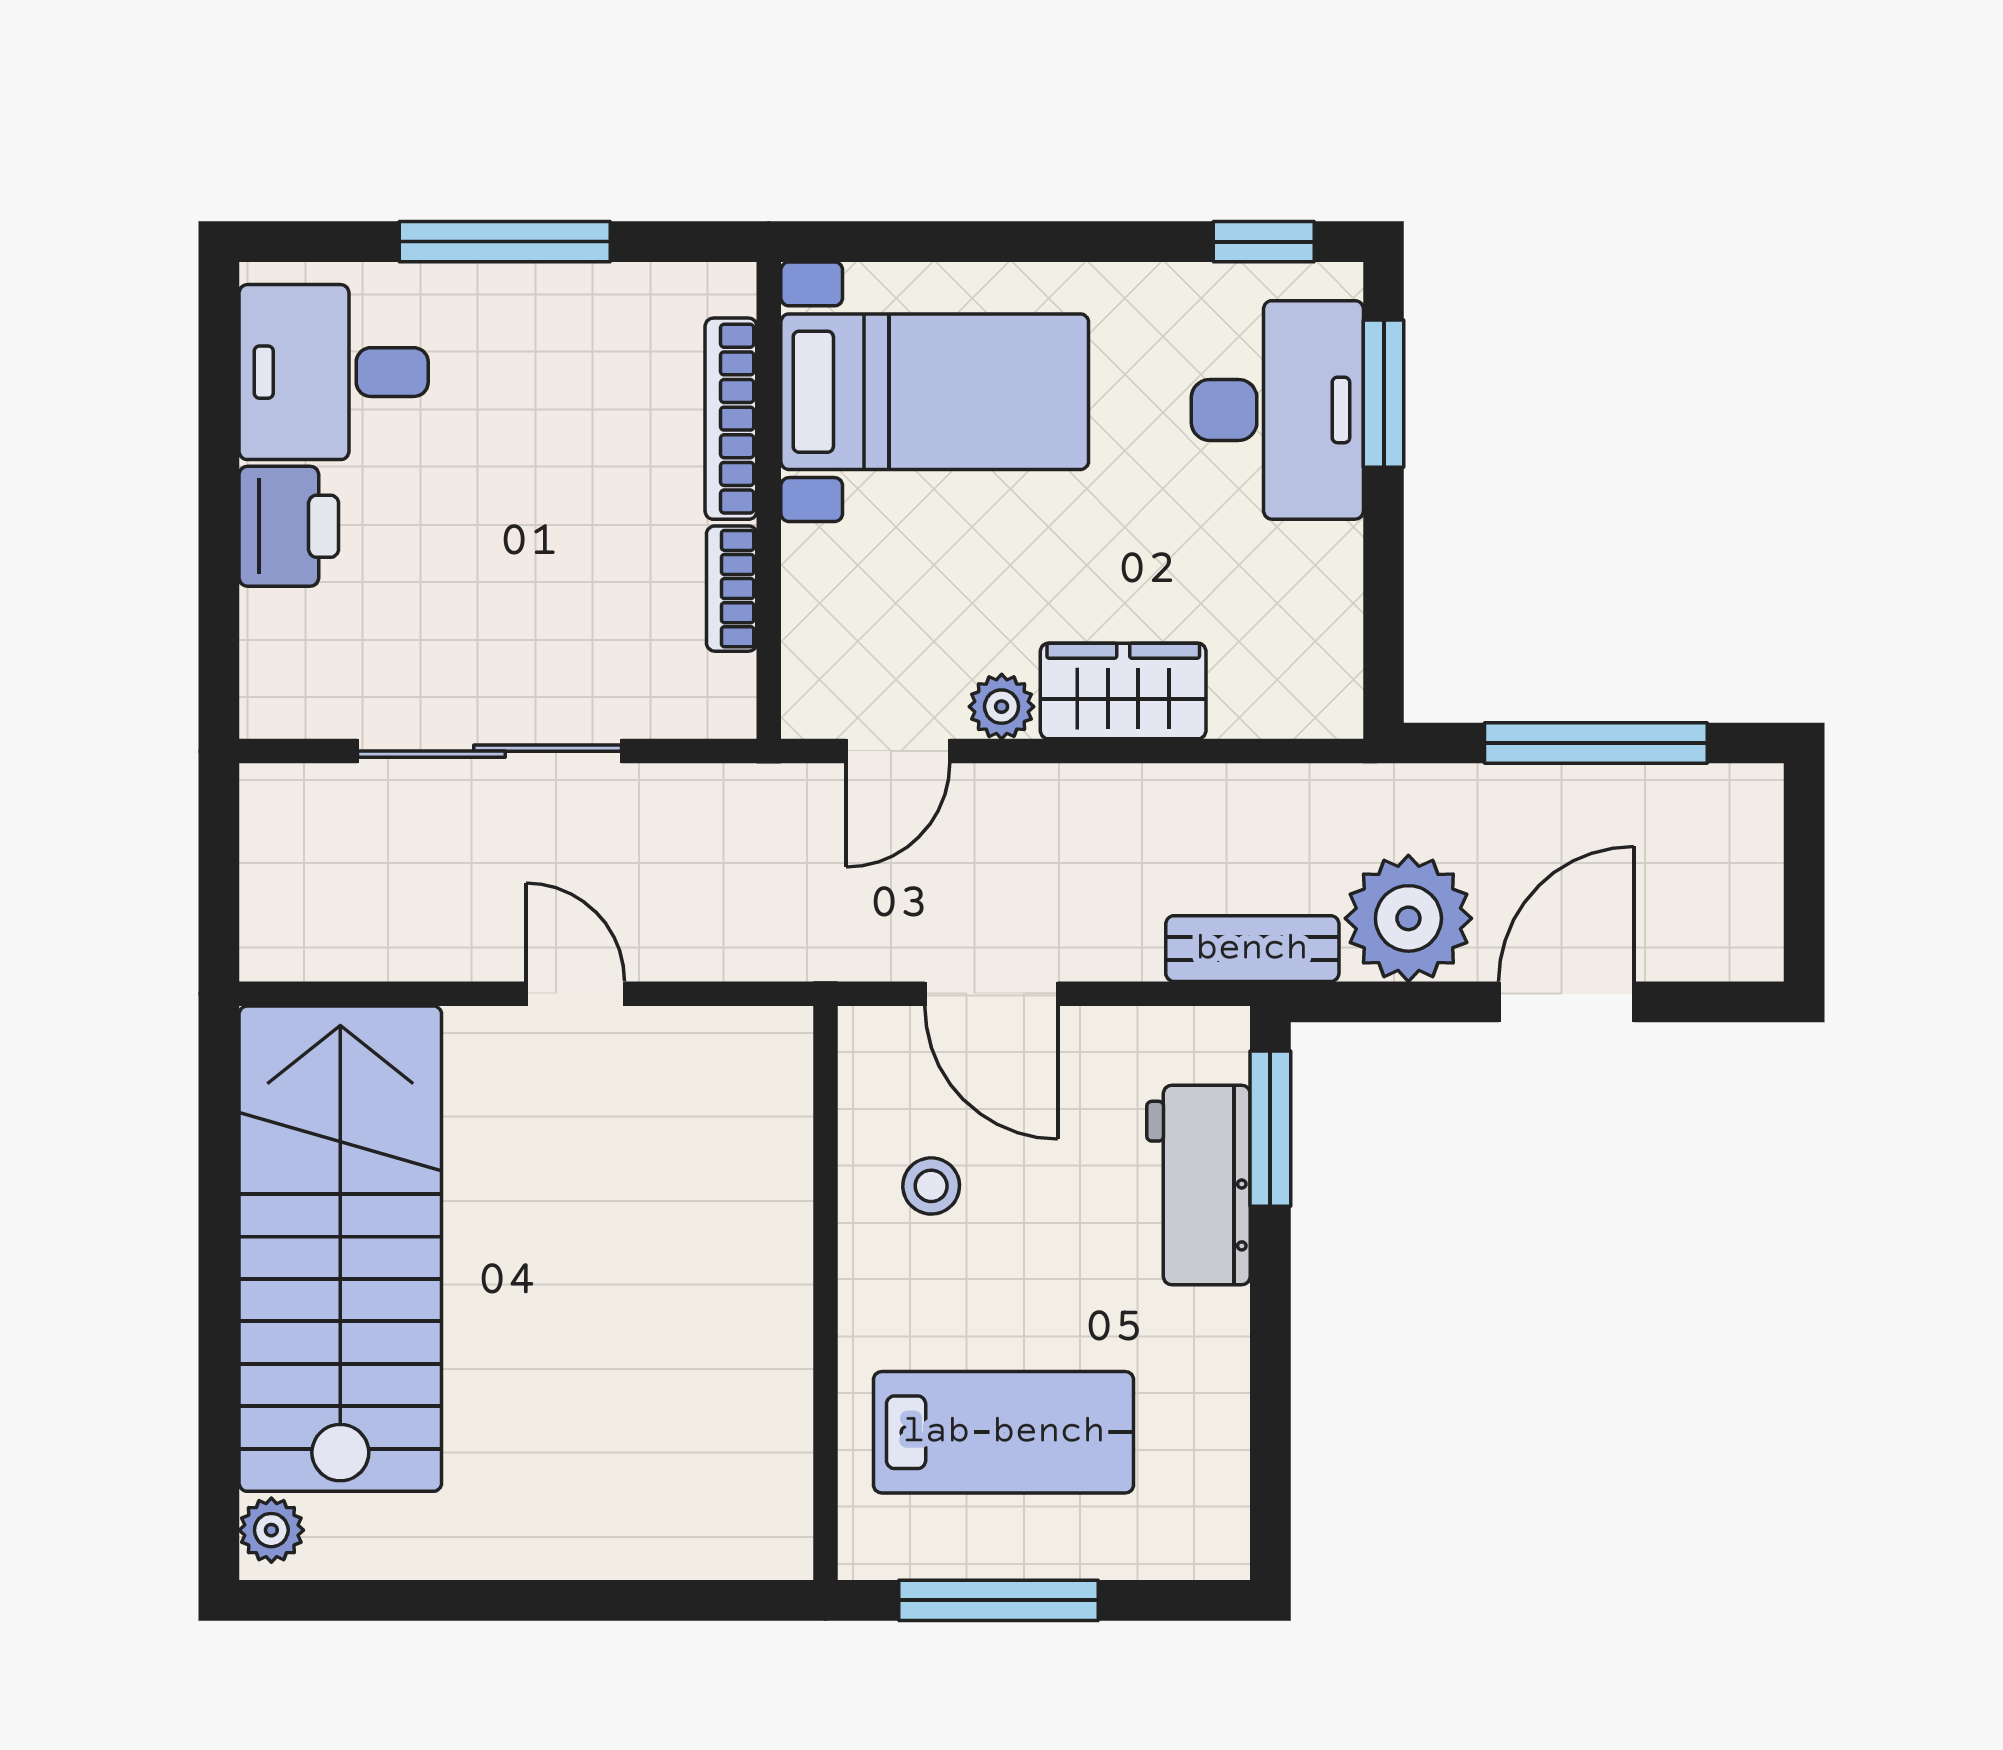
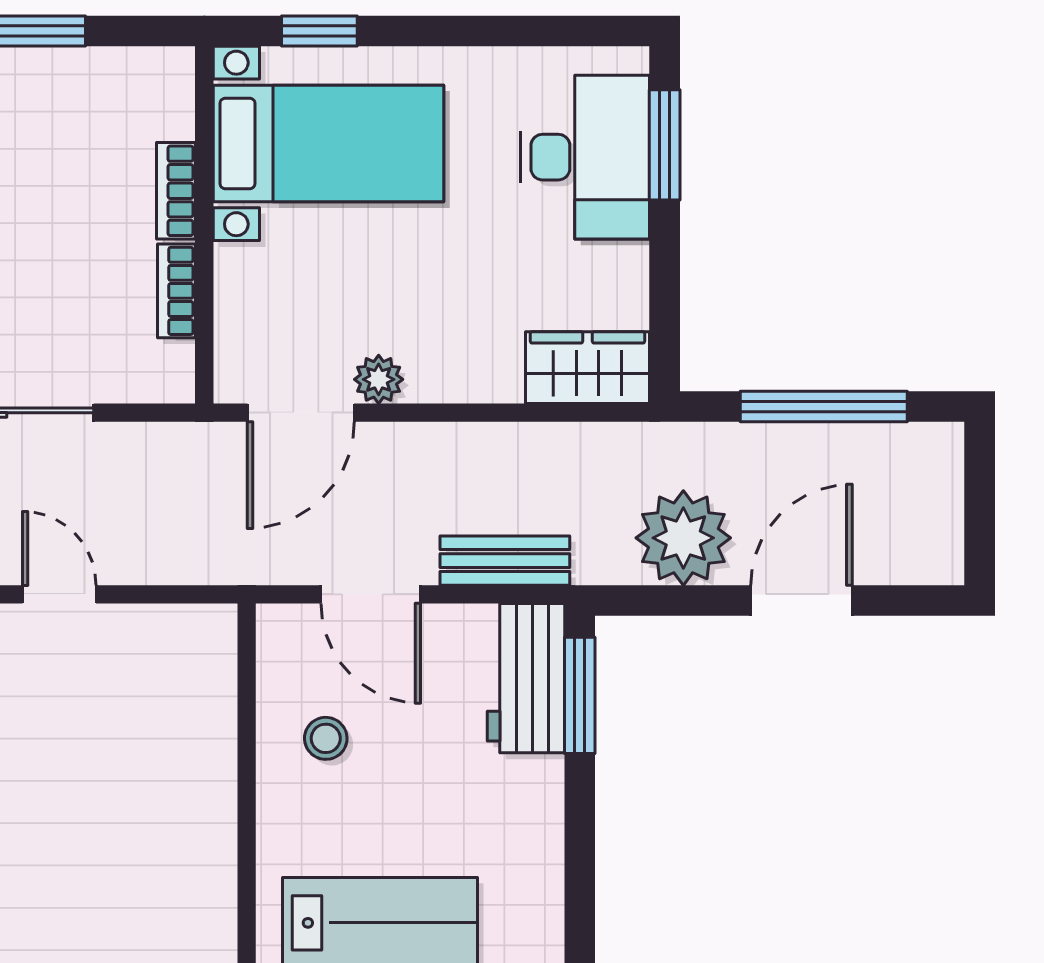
window: (1264, 242) -> (319, 31), moved
bookcase: (731, 419) -> (176, 191), width x0.64
wardrobe: (1123, 691) -> (587, 368), moved
door: (898, 751) -> (301, 413), width x1.38
bench: (1252, 949) -> (505, 561), moved
workbench: (1199, 1185) -> (526, 678), moved

